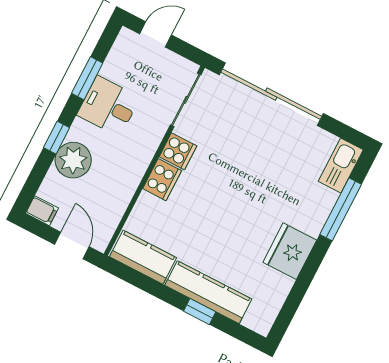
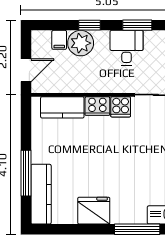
filing cabinet: (42, 211) -> (59, 40), moved
kitchen counter: (143, 257) -> (62, 107), moved, turned 90
kitchen counter: (208, 292) -> (41, 194), moved
window: (200, 311) -> (26, 173), width x2.17

